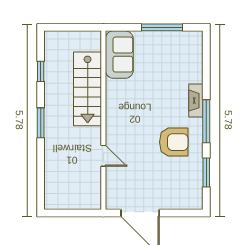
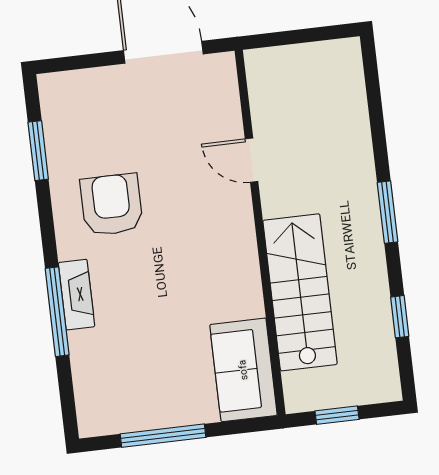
window: (77, 27) -> (337, 415), added
window: (206, 121) -> (57, 312), moved
armchair: (174, 142) -> (112, 205), turned 90

